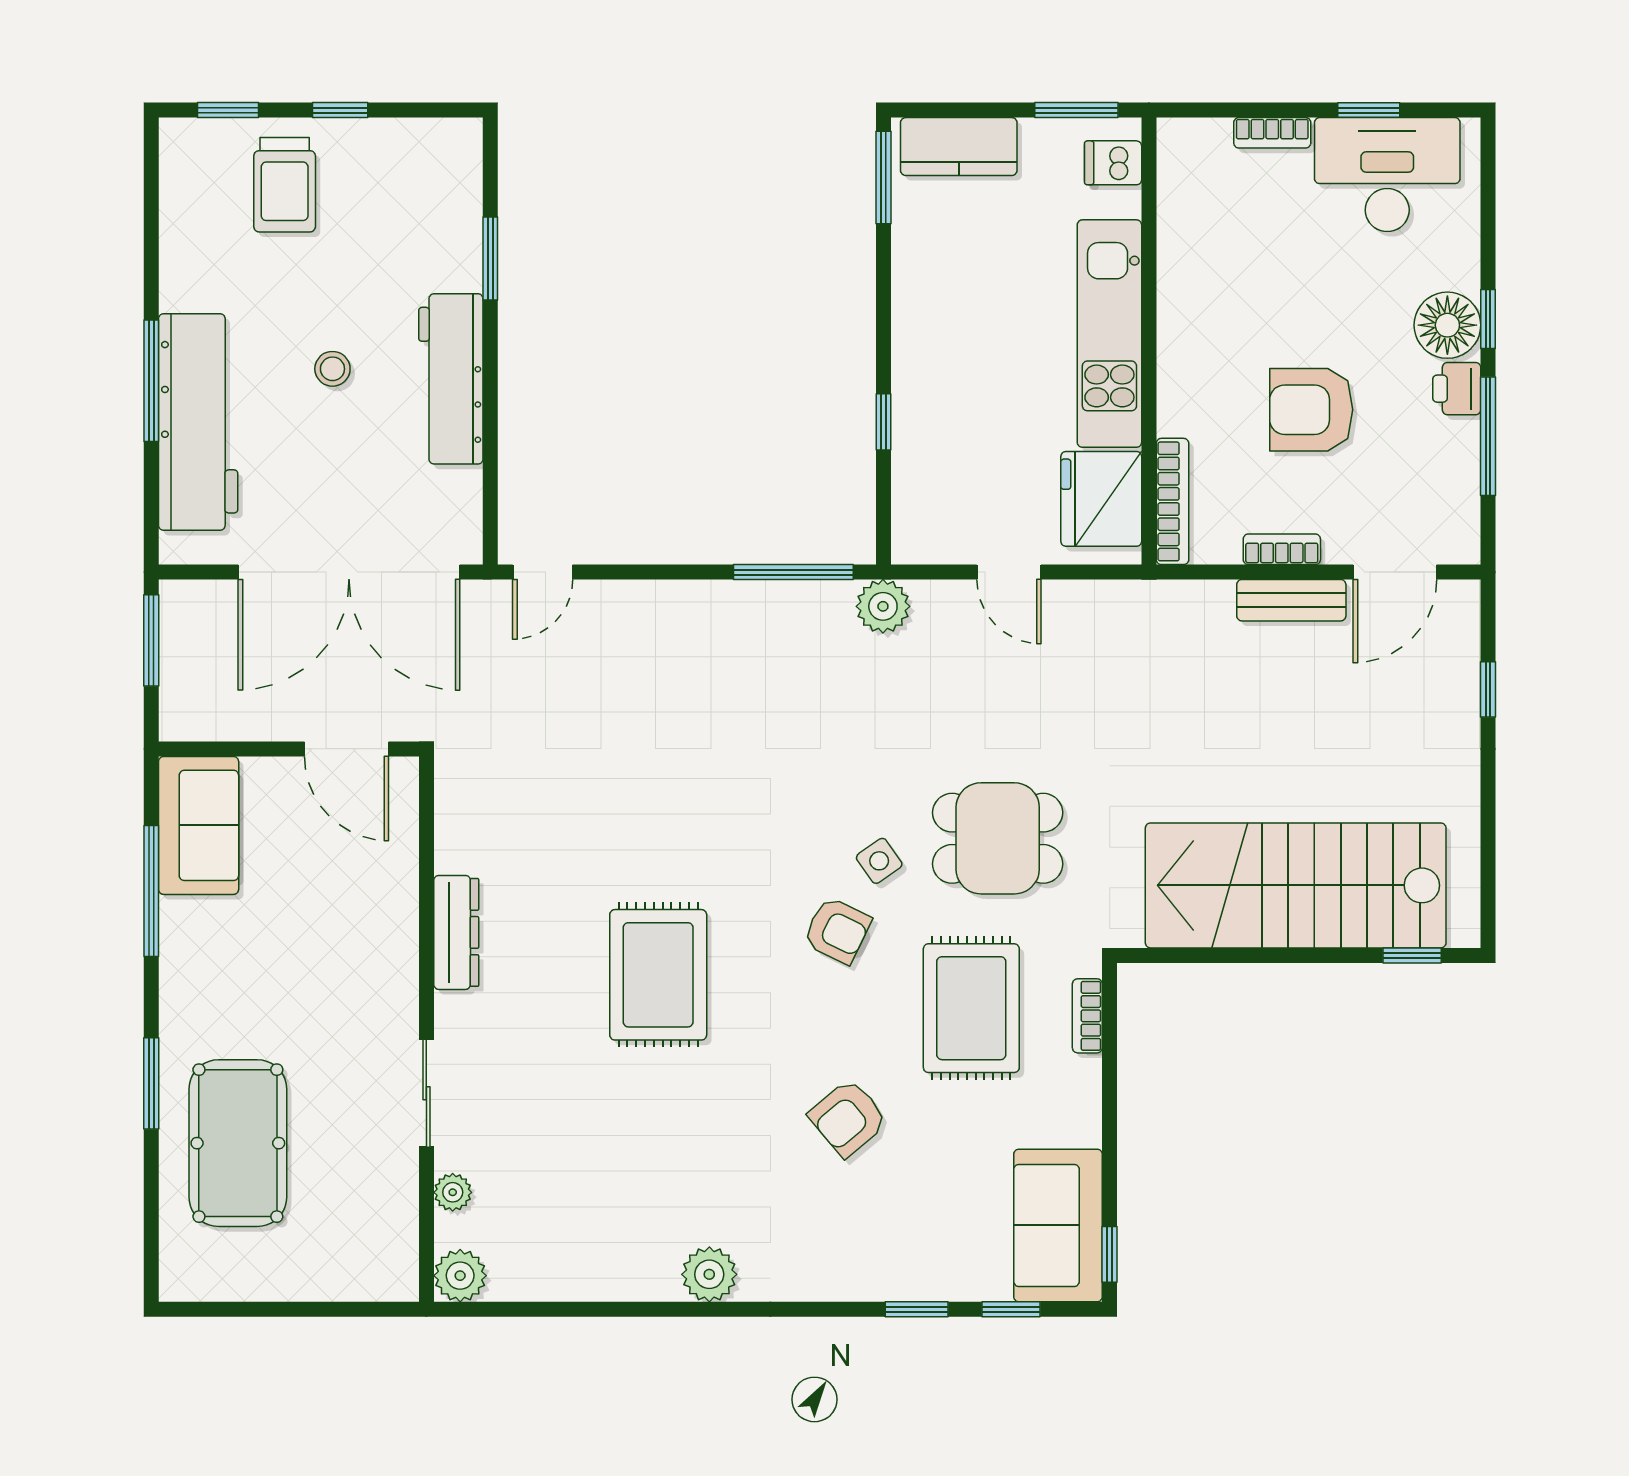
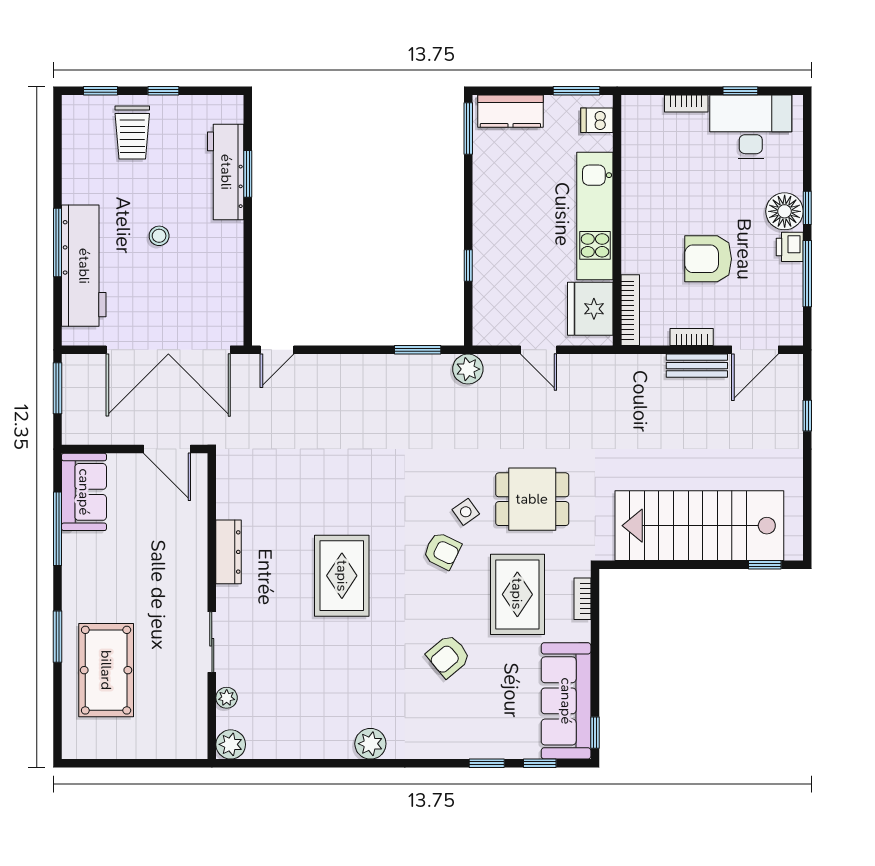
workbench: (451, 379) -> (226, 172), moved
window: (793, 572) -> (418, 350), width x0.69
sofa: (1058, 1225) -> (566, 701), width x1.36

